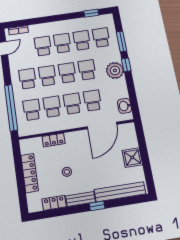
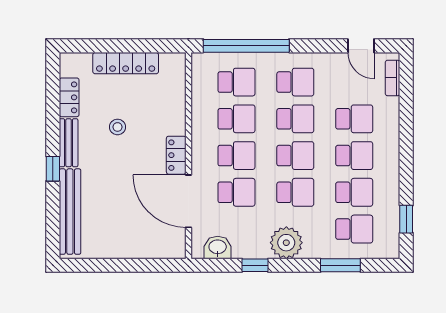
window: (126, 65) -> (255, 265), moved
locker: (54, 140) -> (176, 155), moved
shower: (132, 158) -> (124, 244), removed

